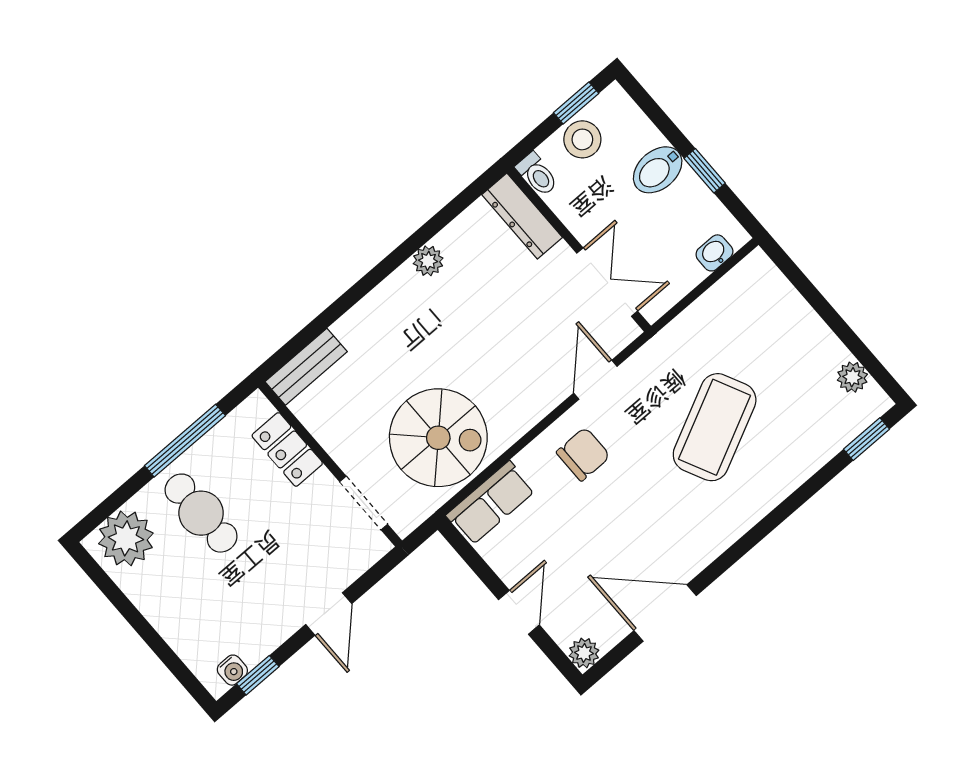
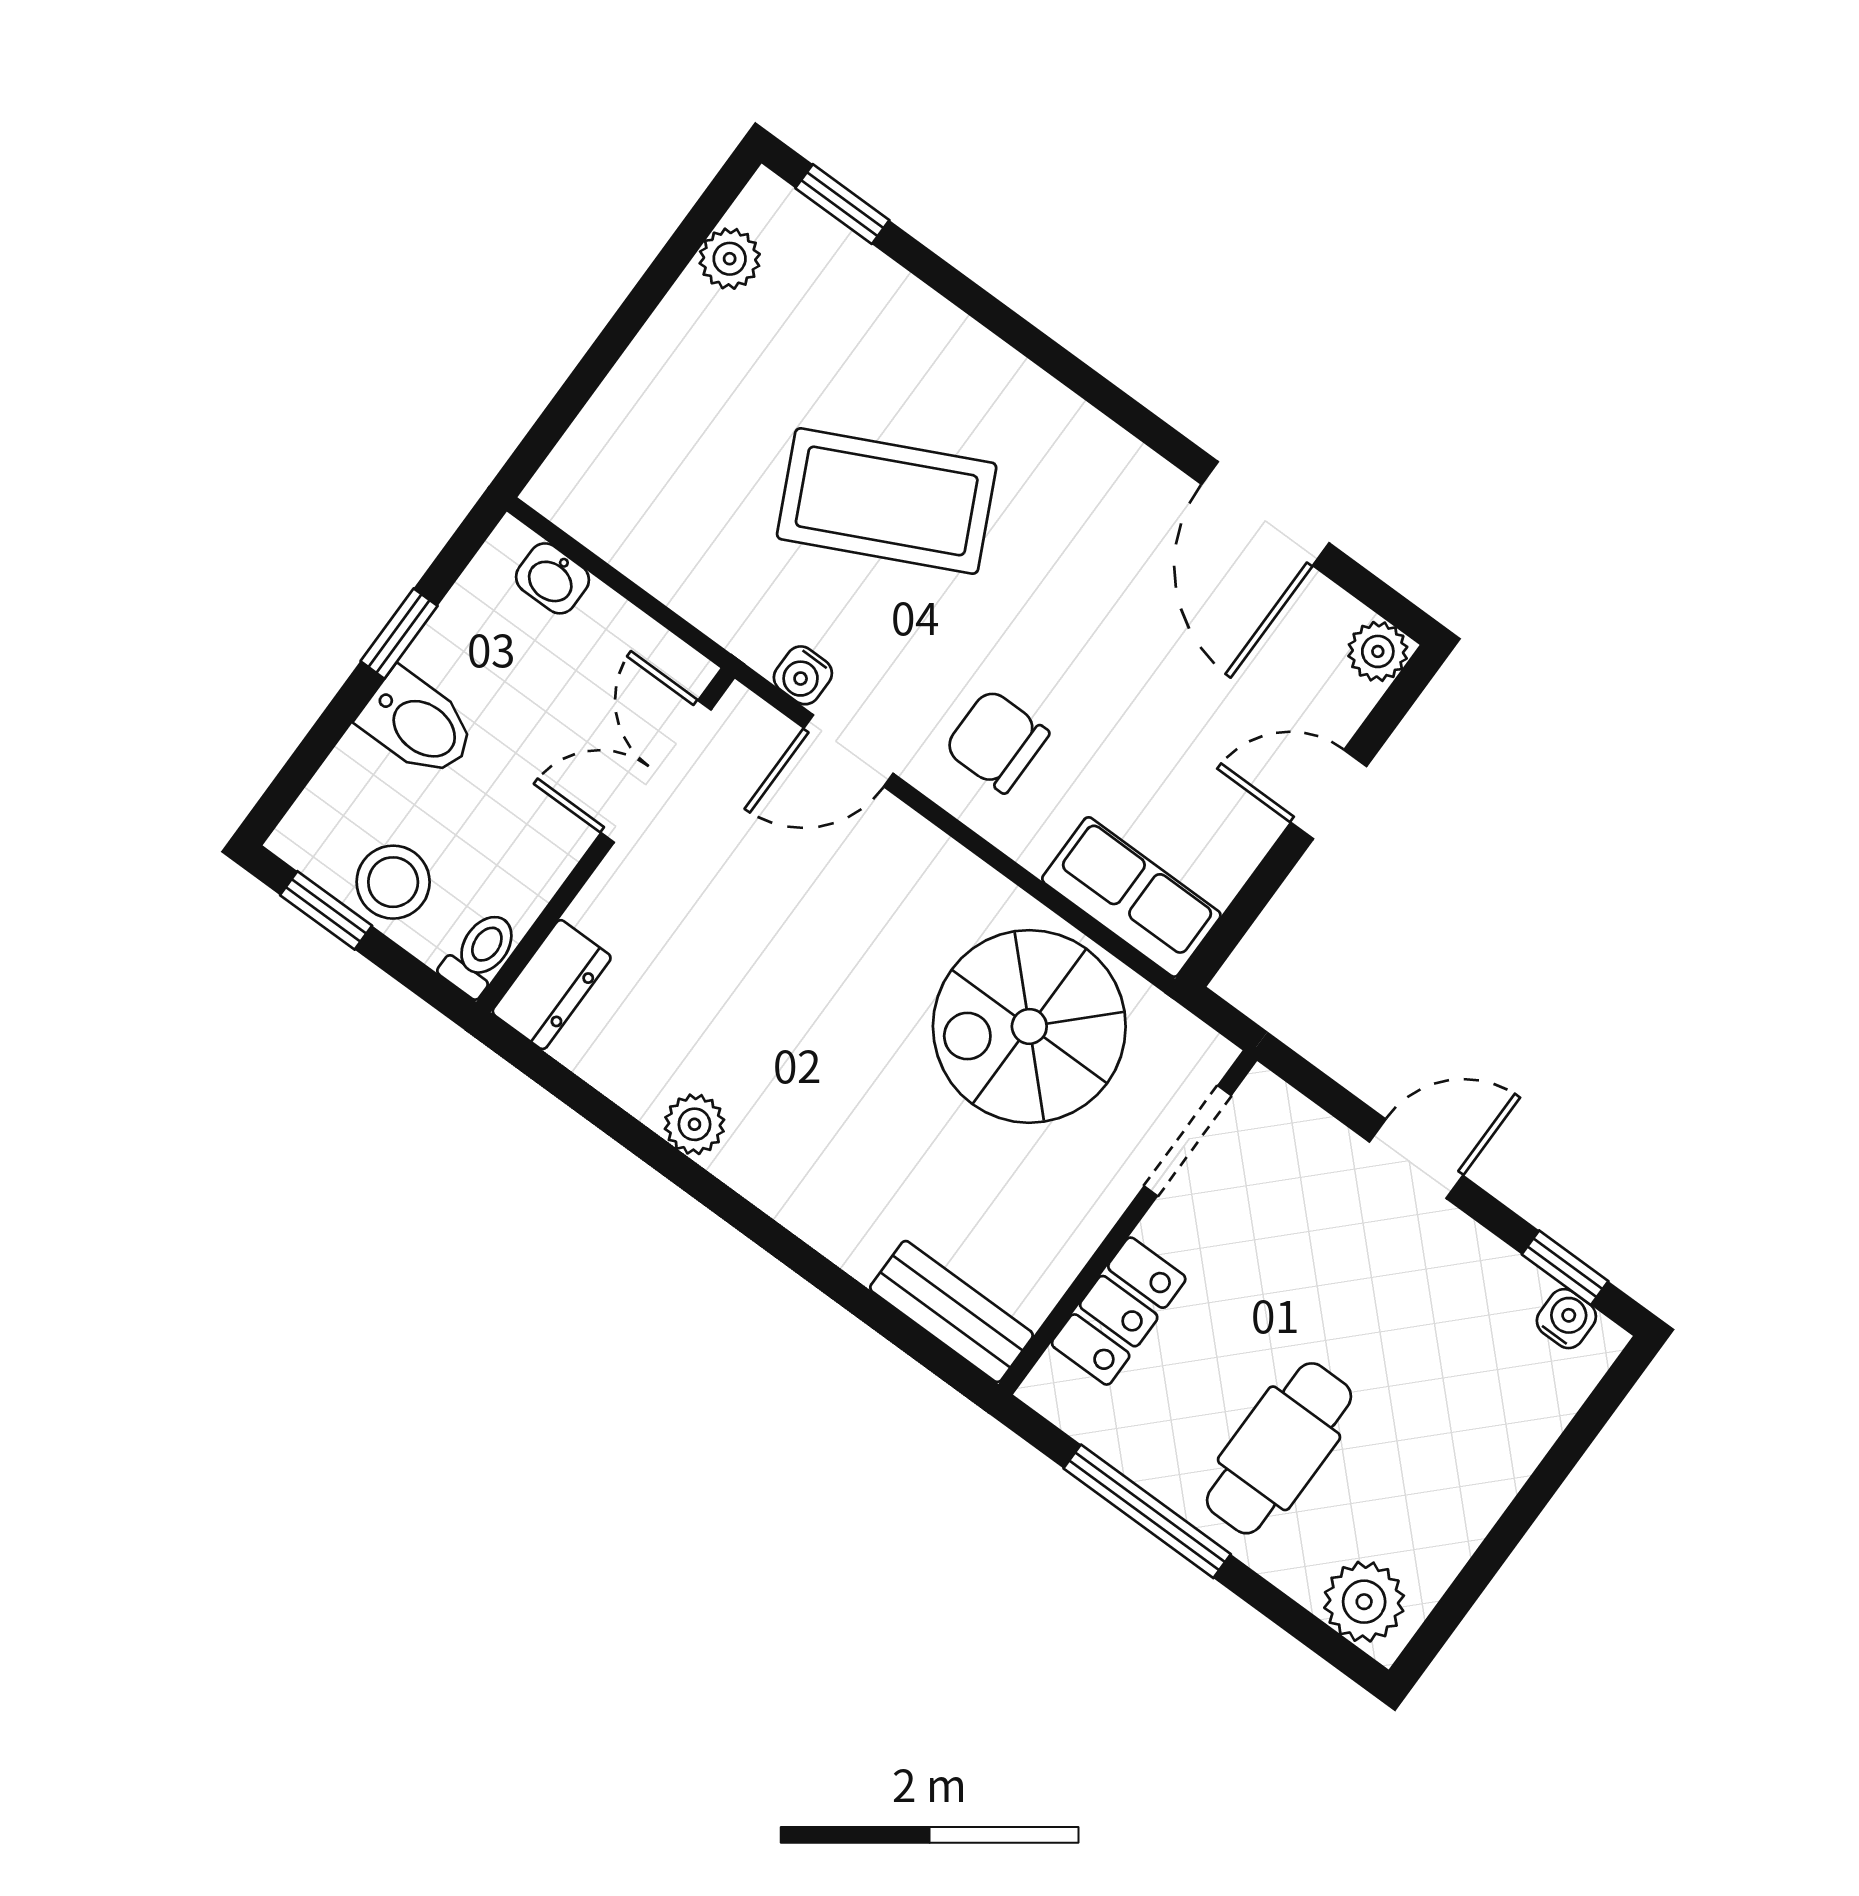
dresser: (522, 216) -> (552, 985), width x0.70
water cooler: (638, 366) -> (803, 675), added
spiral stairs: (438, 438) -> (1029, 1026), turned -90
plant: (126, 538) -> (1364, 1602), width x0.73, depth x0.73

